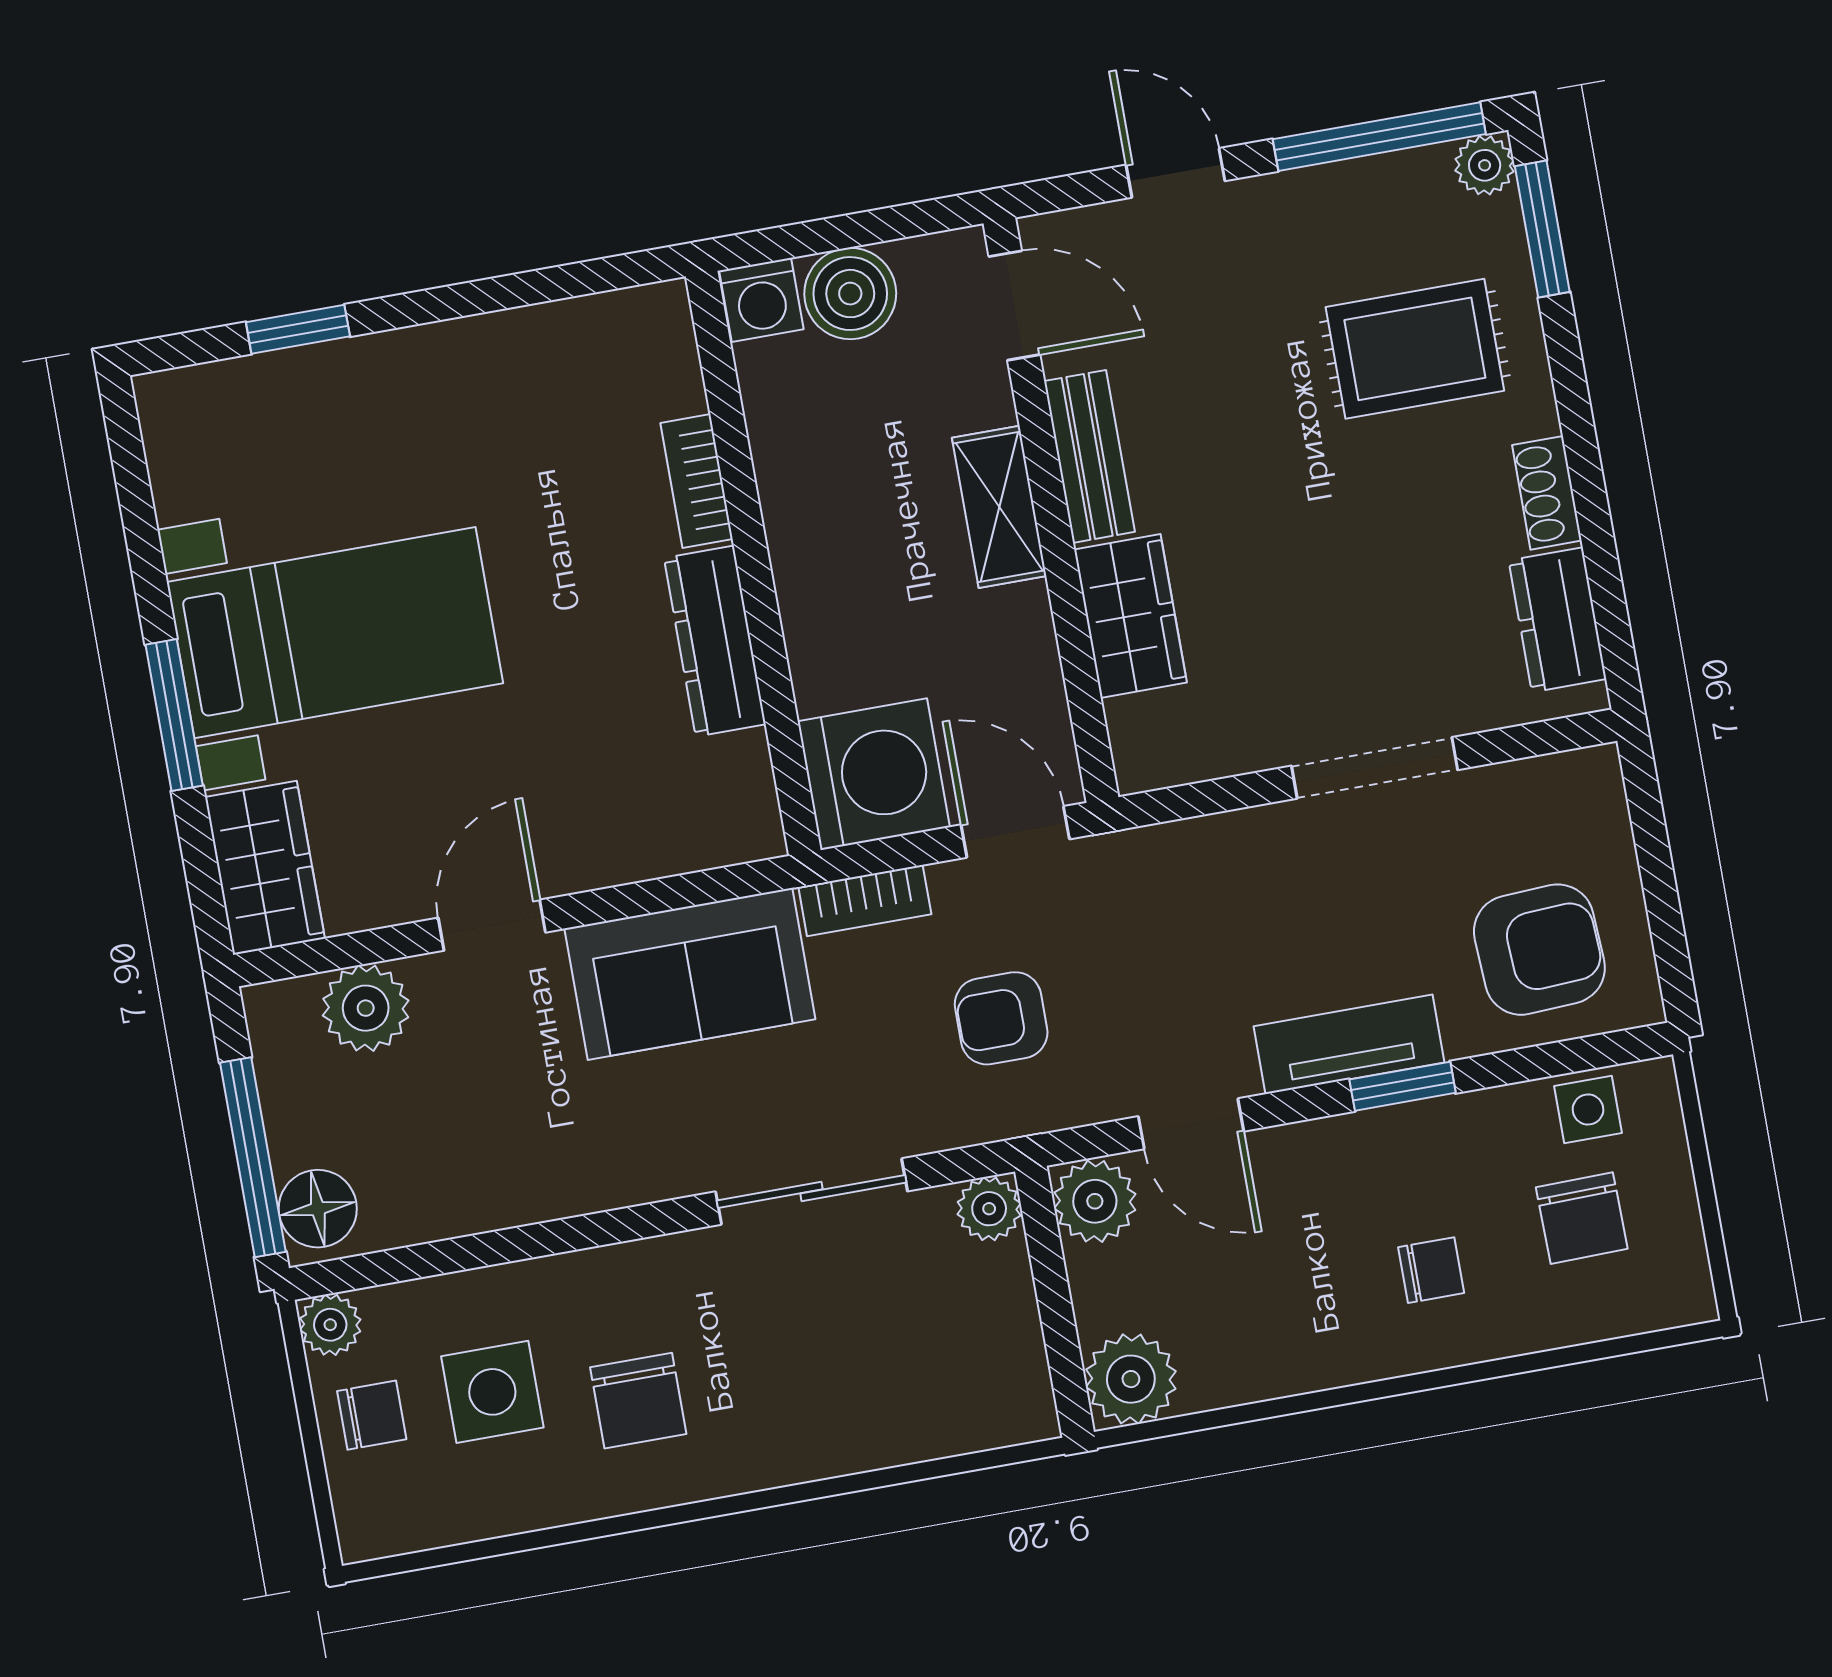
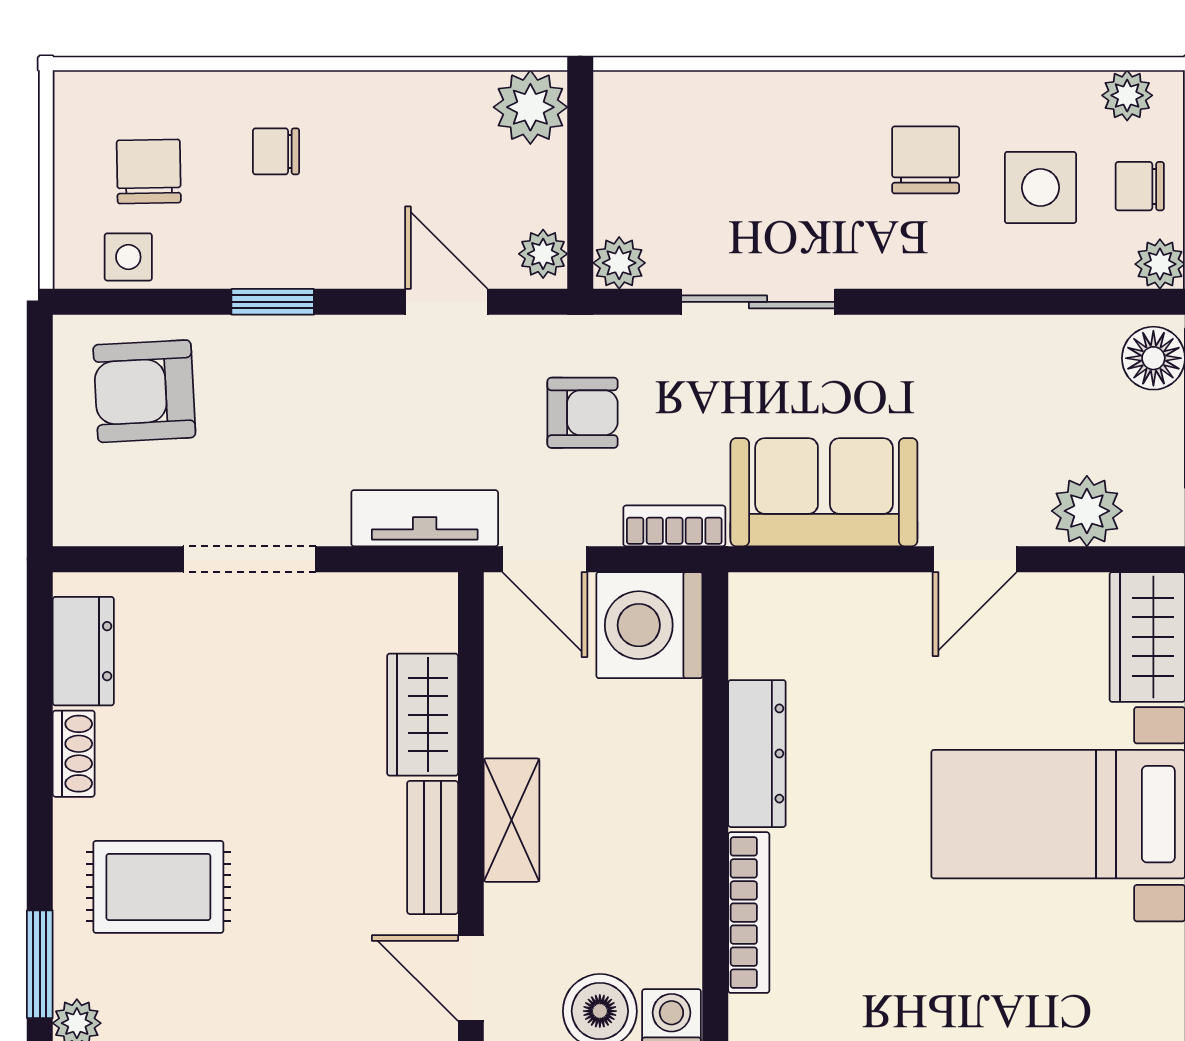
bookcase: (697, 481) -> (749, 913), width x1.56
tv unit: (1349, 1044) -> (425, 518), moved, turned 180
plant: (1095, 1201) -> (543, 254), width x0.73, depth x0.73
plant: (407, 1523) -> (1127, 95), added

